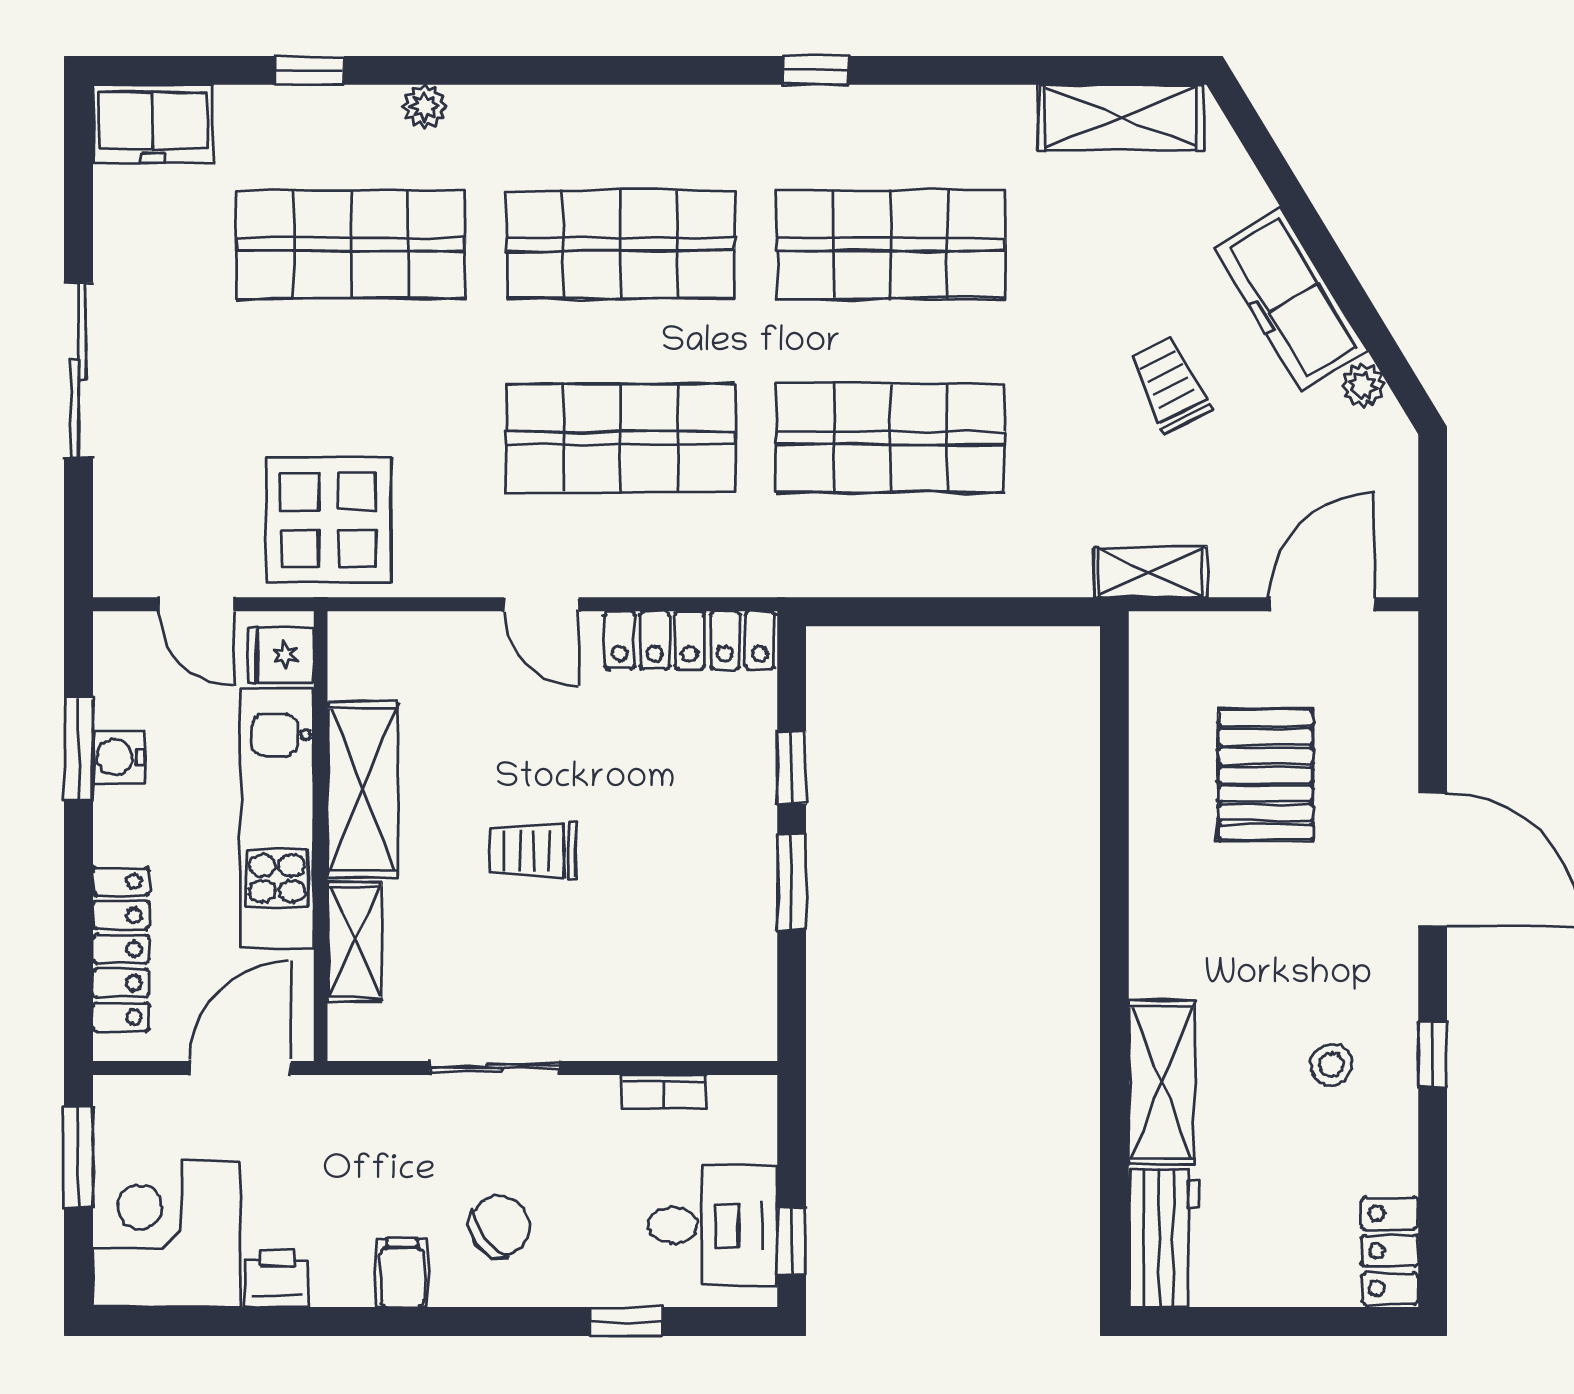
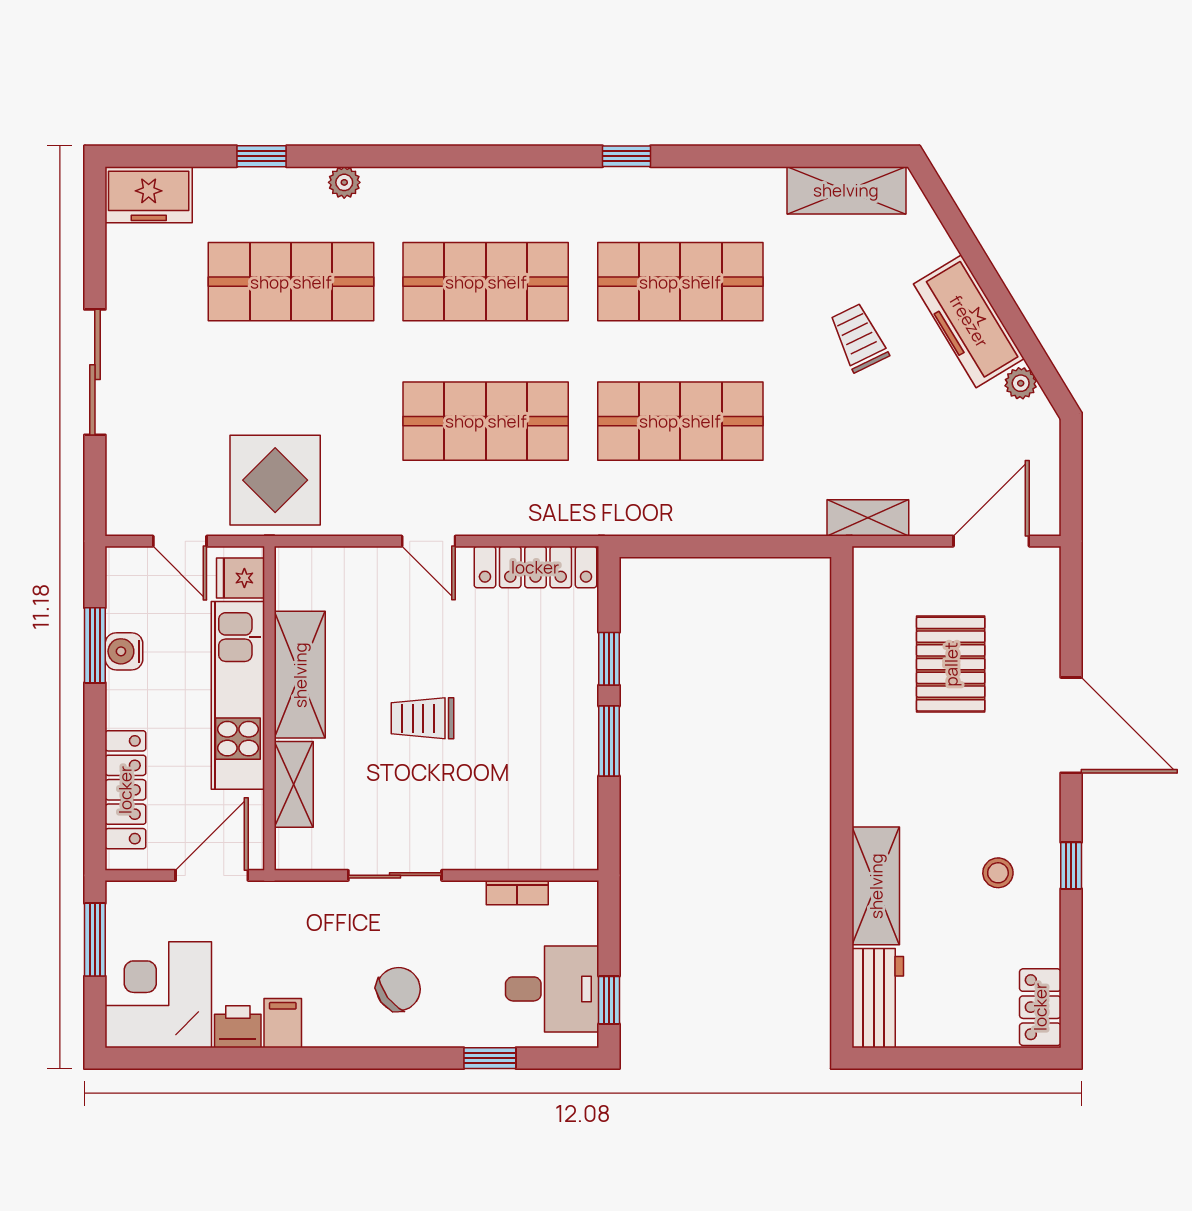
trolley: (1170, 384) -> (859, 338), moved
filing cabinet: (402, 1273) -> (283, 1023), moved

